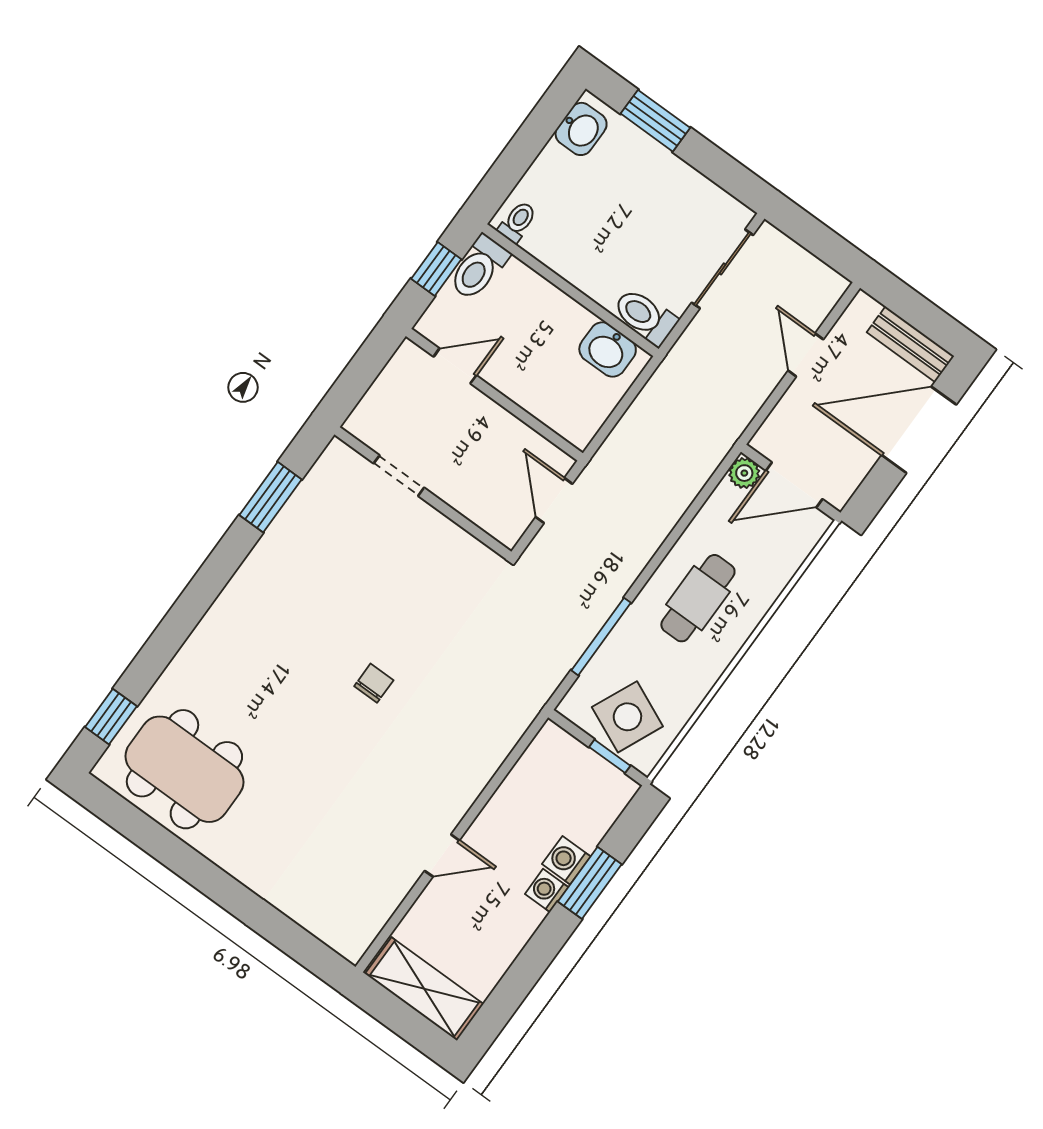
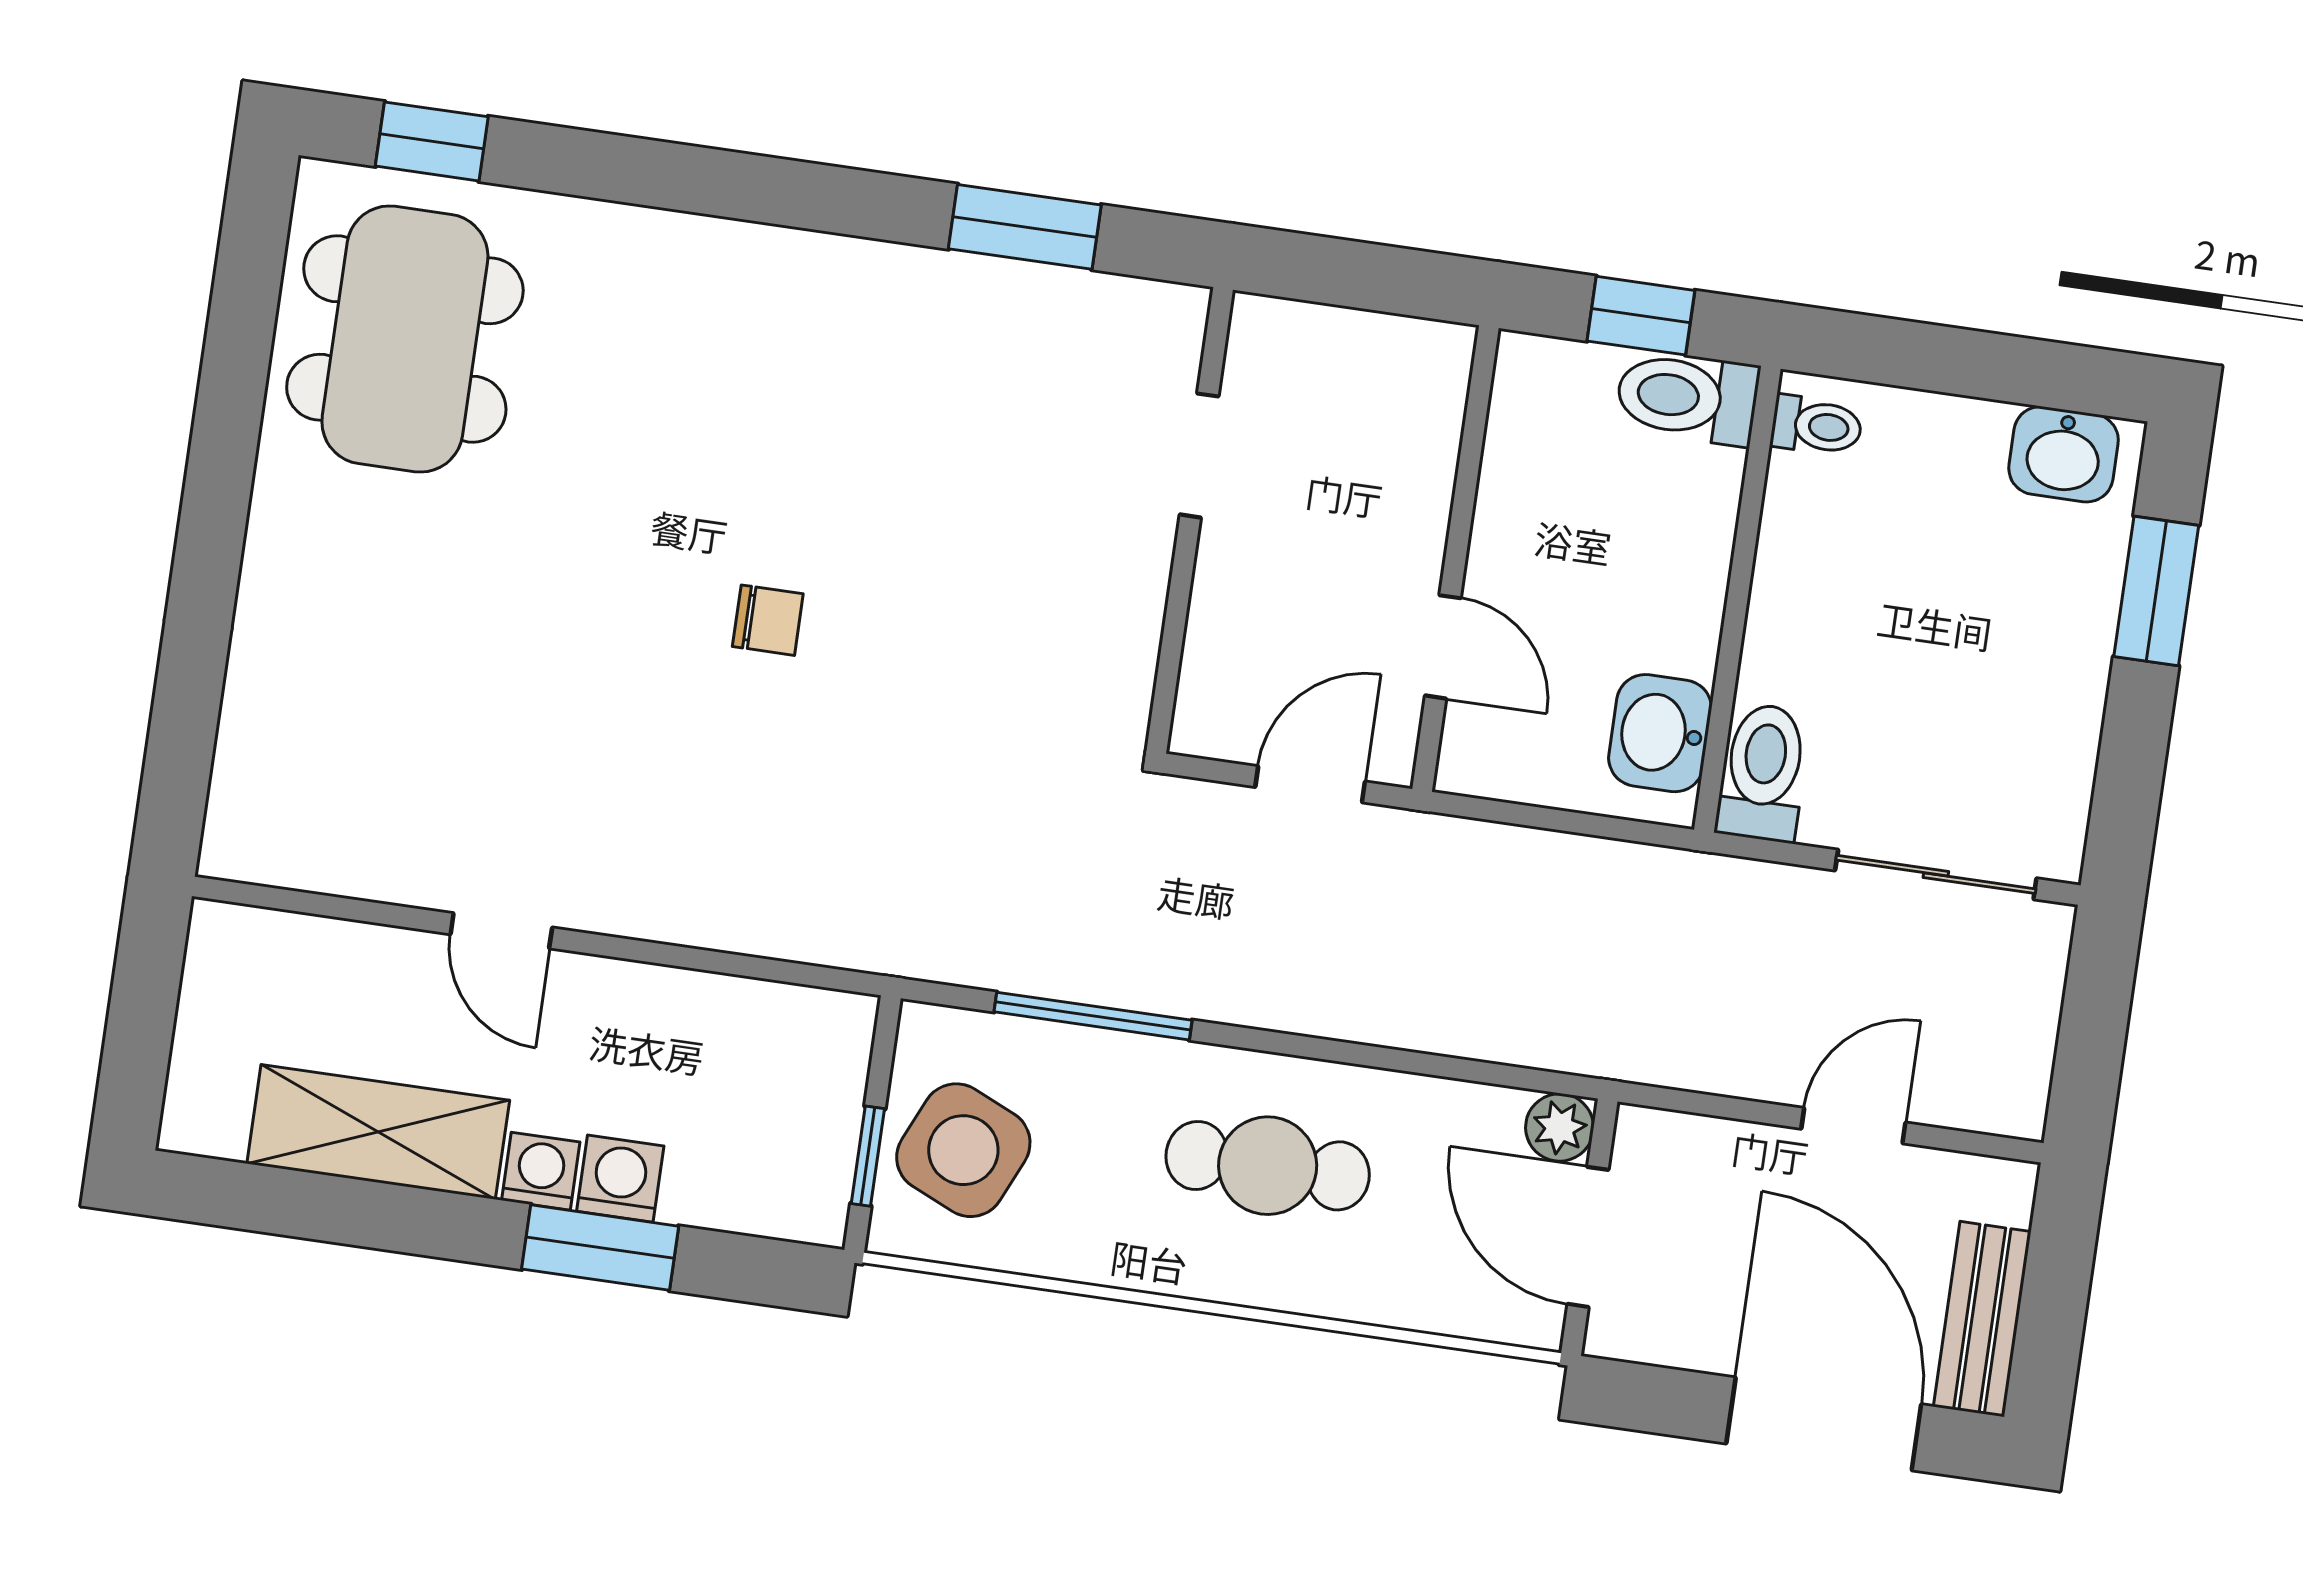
door: (455, 366) -> (1443, 647), moved
shelving: (424, 989) -> (378, 1132), moved, turned 90

